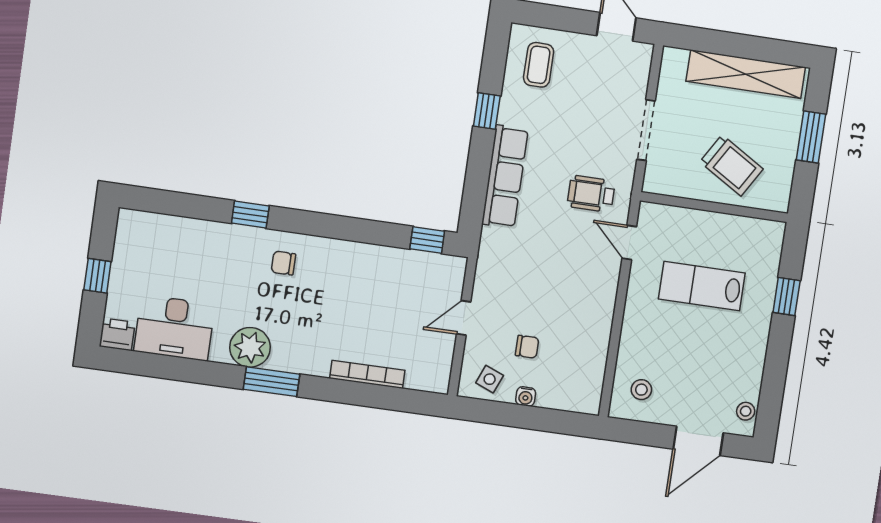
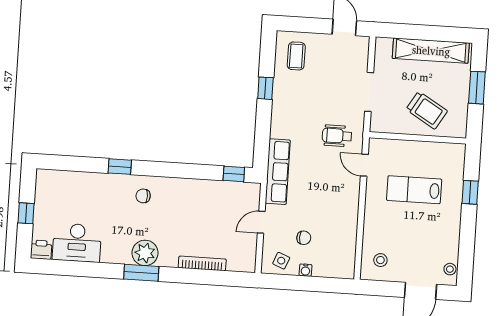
row of seats: (505, 177) -> (278, 172), moved
plant: (250, 347) -> (145, 253), moved

